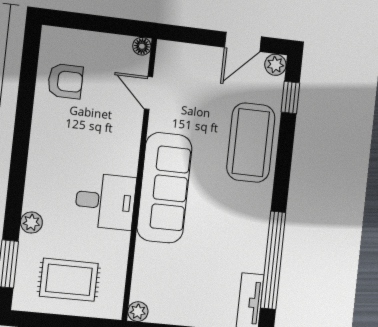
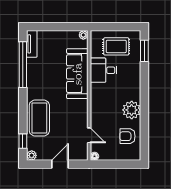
door: (243, 42) -> (60, 164), moved
sofa: (164, 188) -> (77, 74), moved
desk: (105, 201) -> (104, 70), moved
plant: (31, 223) -> (132, 110), moved, width x1.88, depth x1.88

